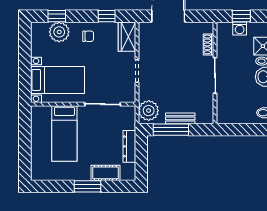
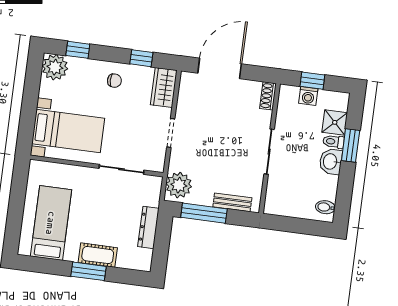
plant: (59, 32) -> (55, 67), moved
shoe rack: (208, 44) -> (268, 96), moved
bench: (180, 118) -> (232, 202), moved
bed: (64, 133) -> (51, 223), moved, turned 180
cot: (106, 173) -> (98, 255), moved

